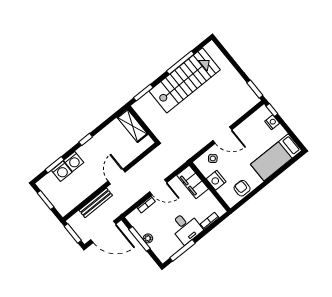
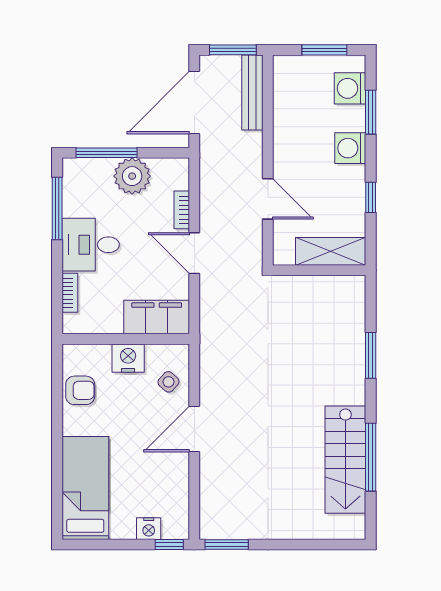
stairs: (185, 80) -> (345, 460), width x0.73, depth x0.66
wall: (143, 124) -> (319, 270), moved
shelving: (132, 126) -> (331, 251), moved
washing machine: (62, 171) -> (350, 88), moved
door: (158, 187) -> (194, 253), hinge flipped
bench: (96, 203) -> (252, 92), moved
plant: (148, 238) -> (132, 176), width x1.88, depth x1.88
window: (139, 239) -> (106, 153), moved

